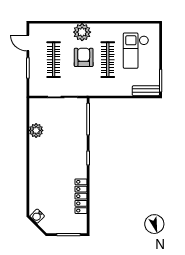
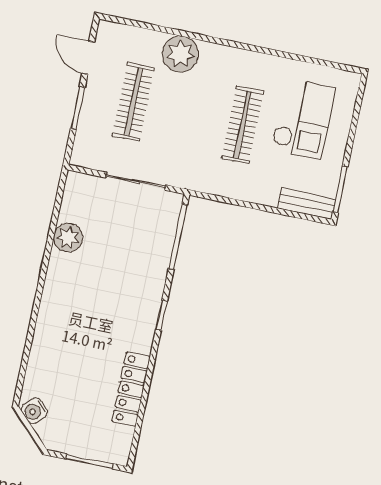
plant: (82, 32) -> (180, 54), moved
checkout: (136, 51) -> (303, 119), turned 180
armchair: (84, 57) -> (195, 110), removed

